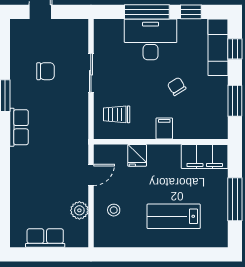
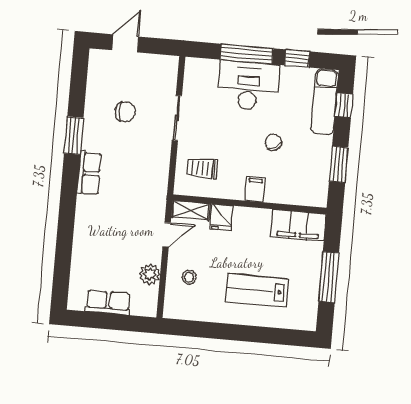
shelving: (110, 152) -> (191, 210), added

